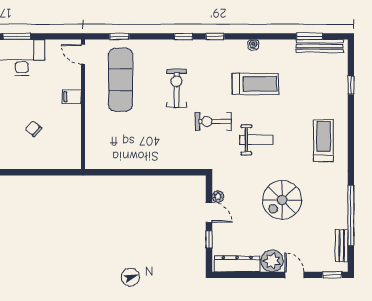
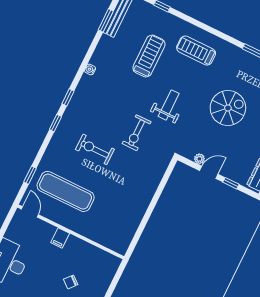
door: (83, 54) -> (30, 212), swing flipped
treadmill: (255, 84) -> (149, 56), moved
spiral stairs: (282, 200) -> (228, 108), turned -90

